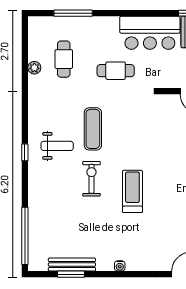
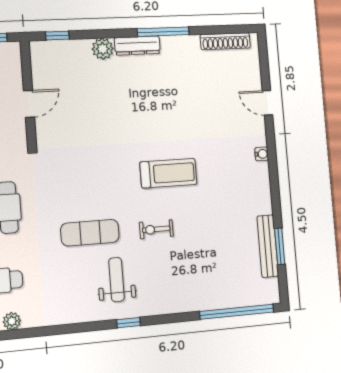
exercise bike: (91, 179) -> (156, 229), width x0.73, depth x0.72
treadmill: (132, 191) -> (168, 173), turned 180
water cooler: (120, 266) -> (262, 154), moved

